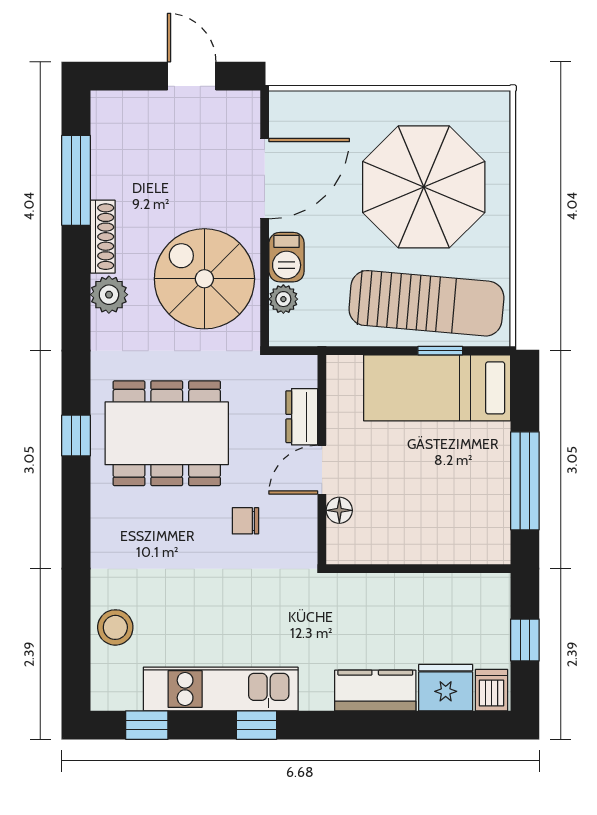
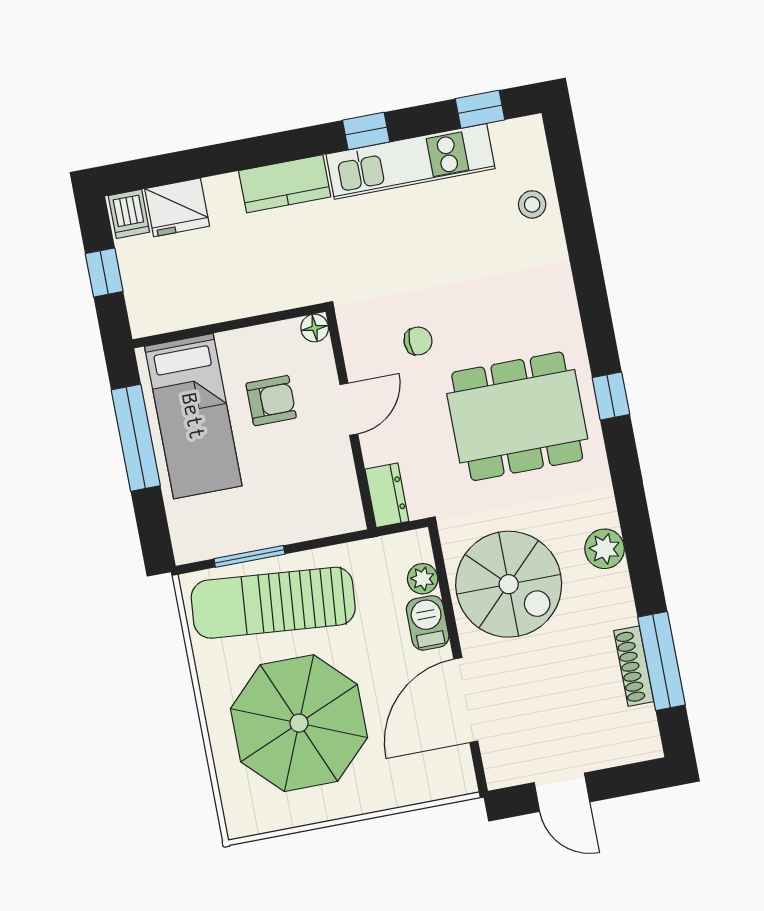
shoe rack: (103, 237) -> (634, 666), moved
window: (440, 351) -> (249, 556), width x1.50
bed: (437, 388) -> (193, 416), moved, turned 90
dresser: (302, 417) -> (387, 495), moved
armchair: (392, 491) -> (271, 401), added
floor lamp: (339, 510) -> (315, 328), moved
stool: (115, 627) -> (532, 204), width x0.73, depth x0.73
kitchen counter: (375, 690) -> (285, 184), moved

